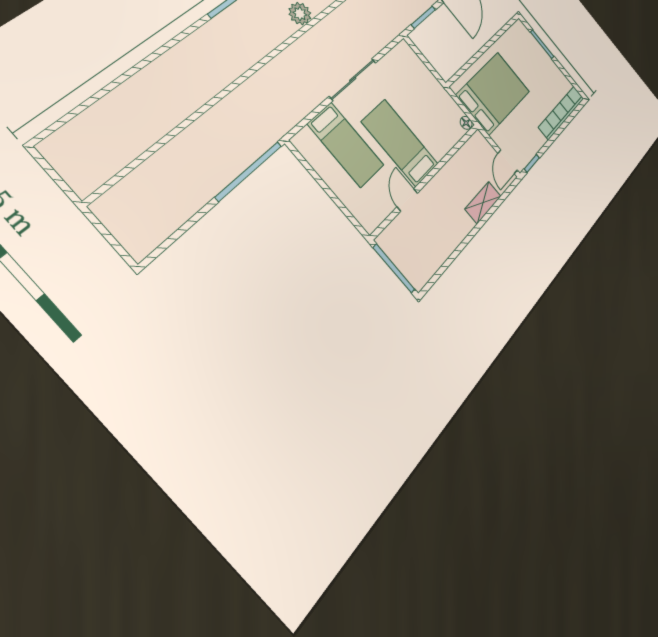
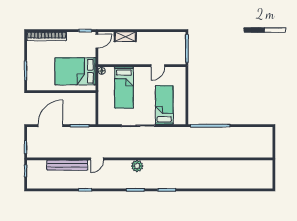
bed: (400, 143) -> (124, 88), moved

